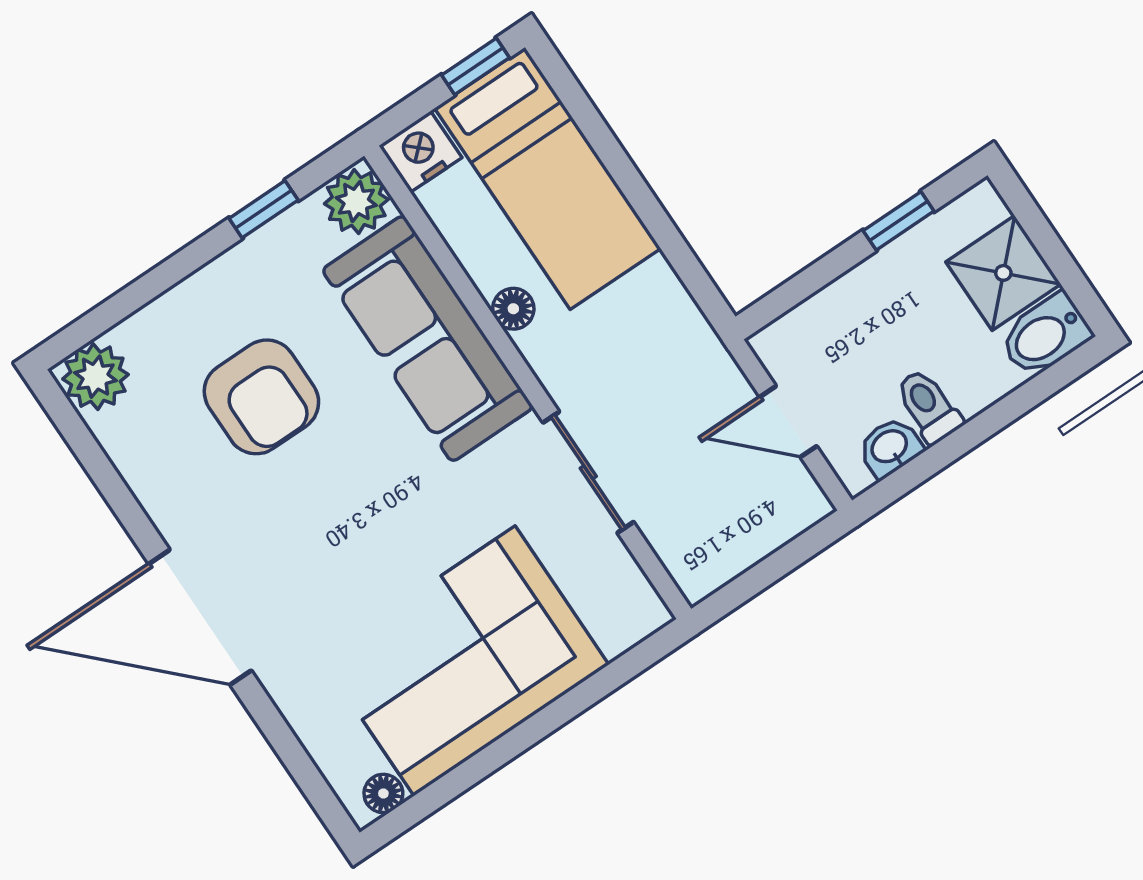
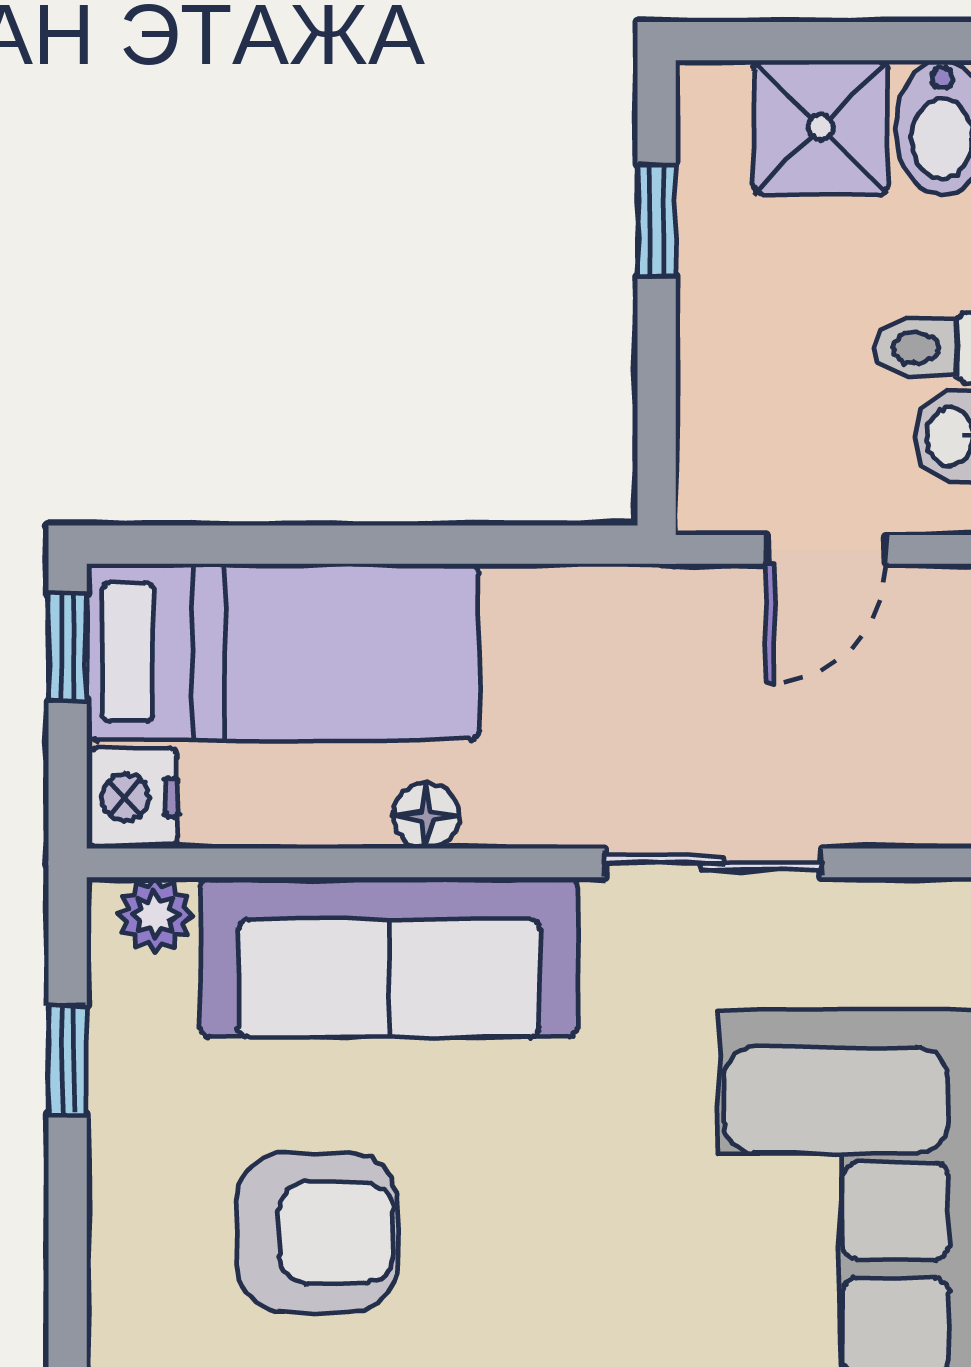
plant: (356, 202) -> (155, 915), width x0.73, depth x0.73

